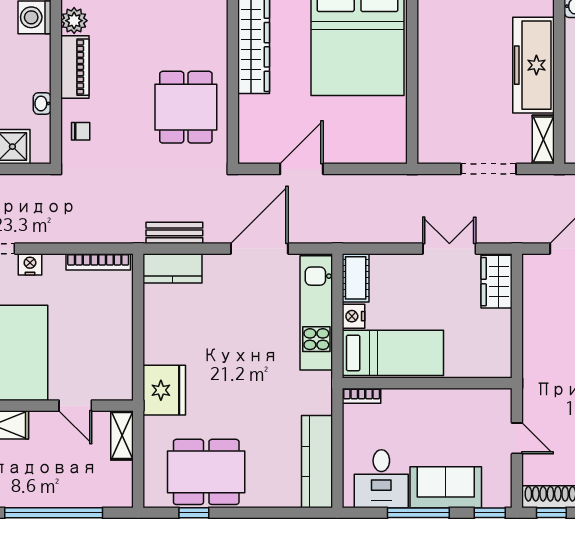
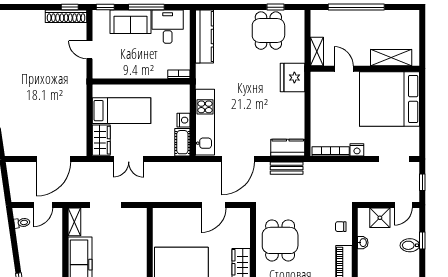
nightstand: (30, 264) -> (357, 150), moved
bed: (393, 353) -> (122, 111), moved, turned 180
dining table: (206, 472) -> (268, 31), width x0.73

